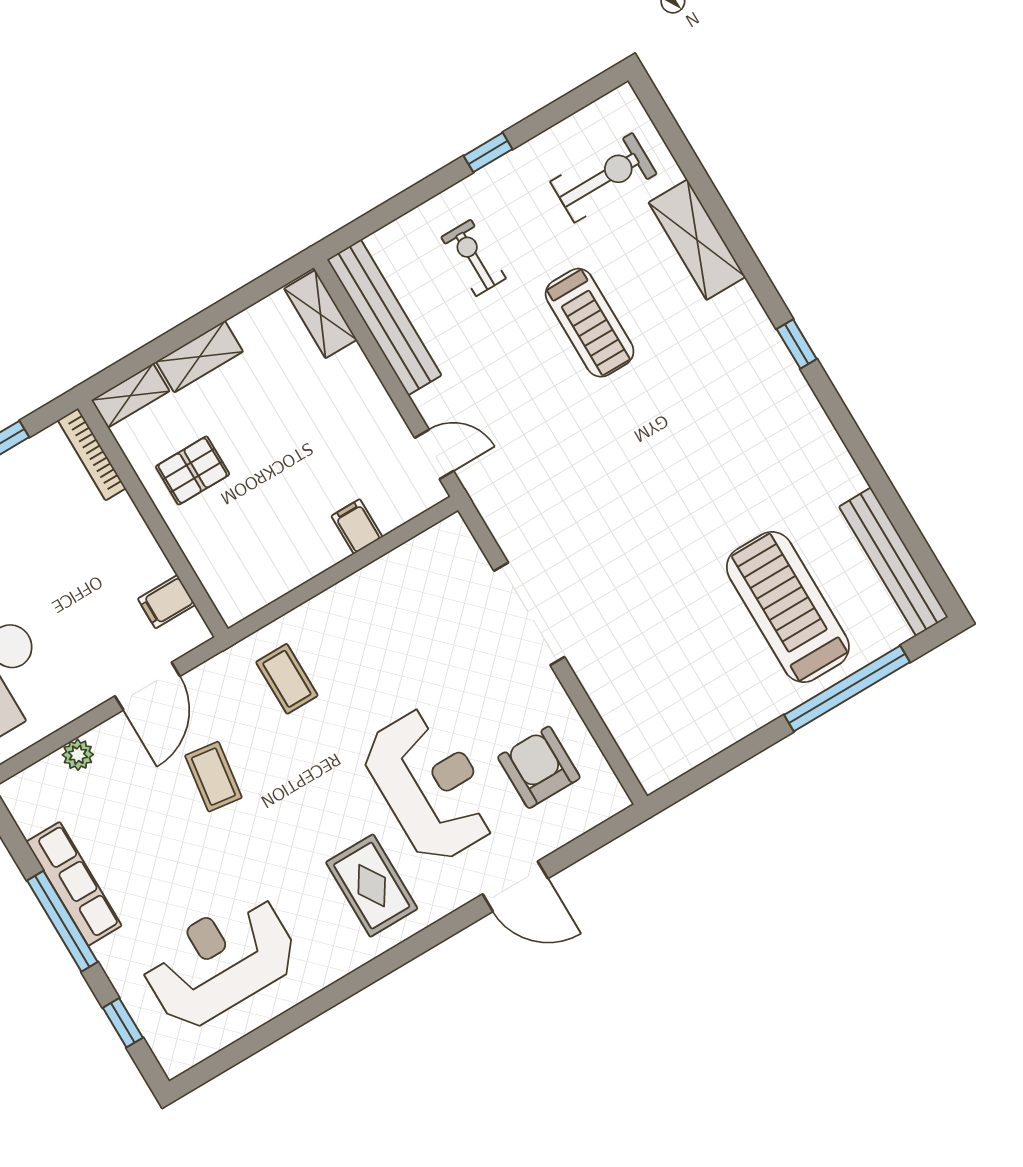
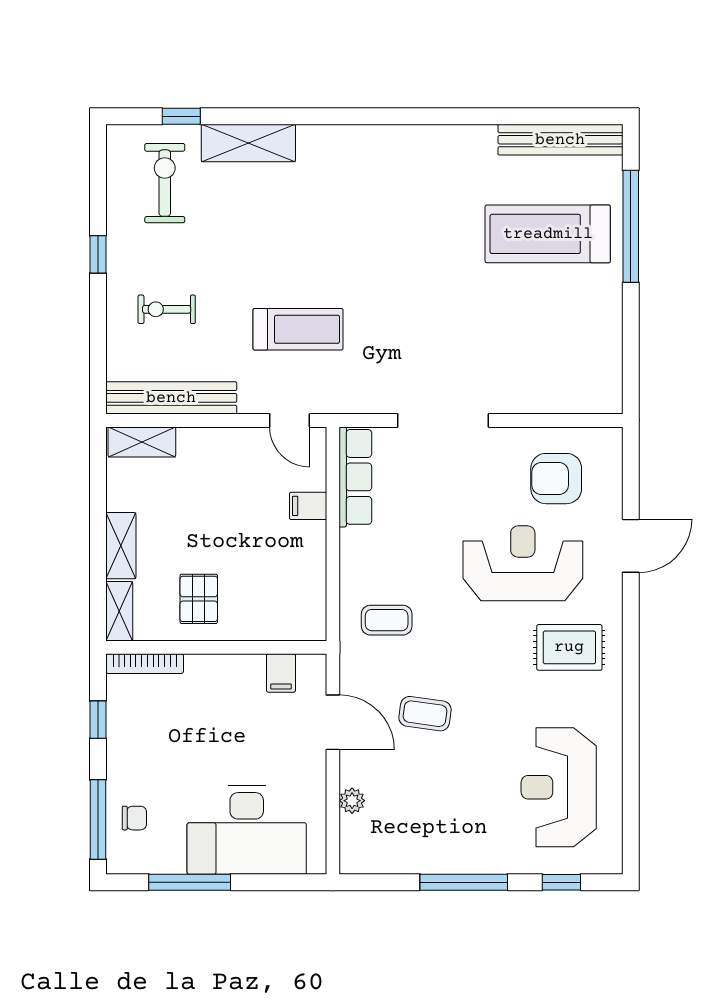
treadmill: (590, 323) -> (298, 329), moved
window: (797, 344) -> (181, 116), moved
door: (434, 454) -> (290, 420), swing flipped
row of seats: (74, 884) -> (355, 477), moved, turned 90

